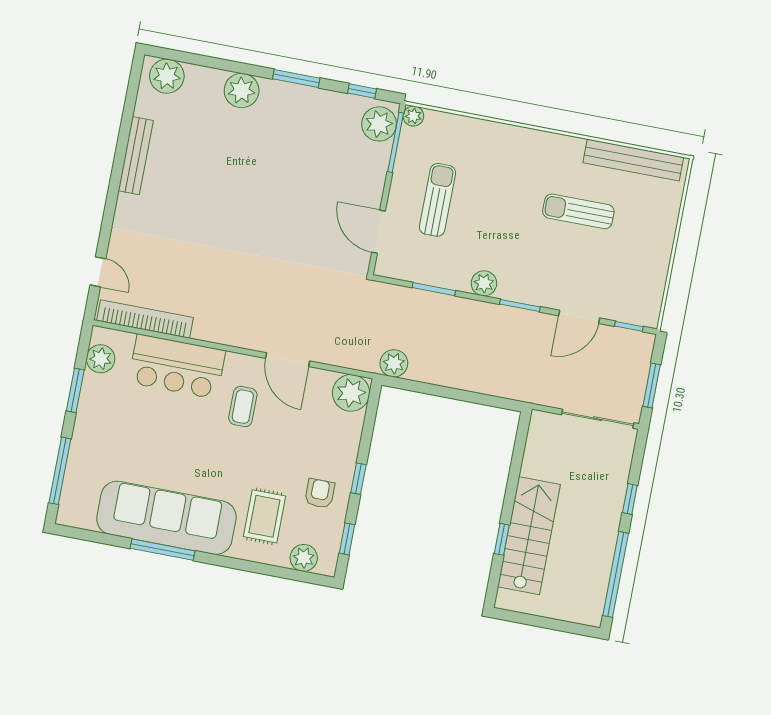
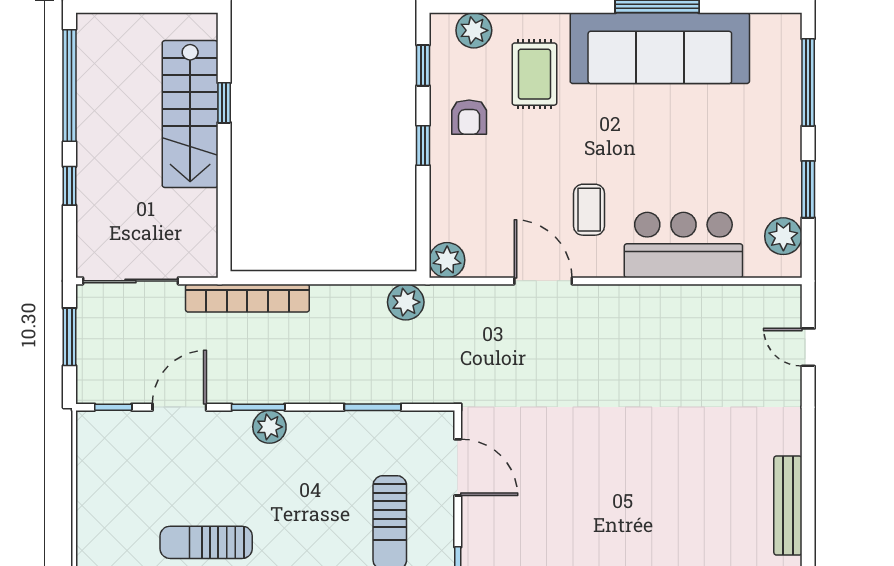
sun lounger: (578, 211) -> (206, 542), turned 180
plant: (484, 283) -> (269, 427), moved
bookcase: (145, 319) -> (247, 298), moved
plant: (351, 393) -> (447, 260), width x0.73, depth x0.73

